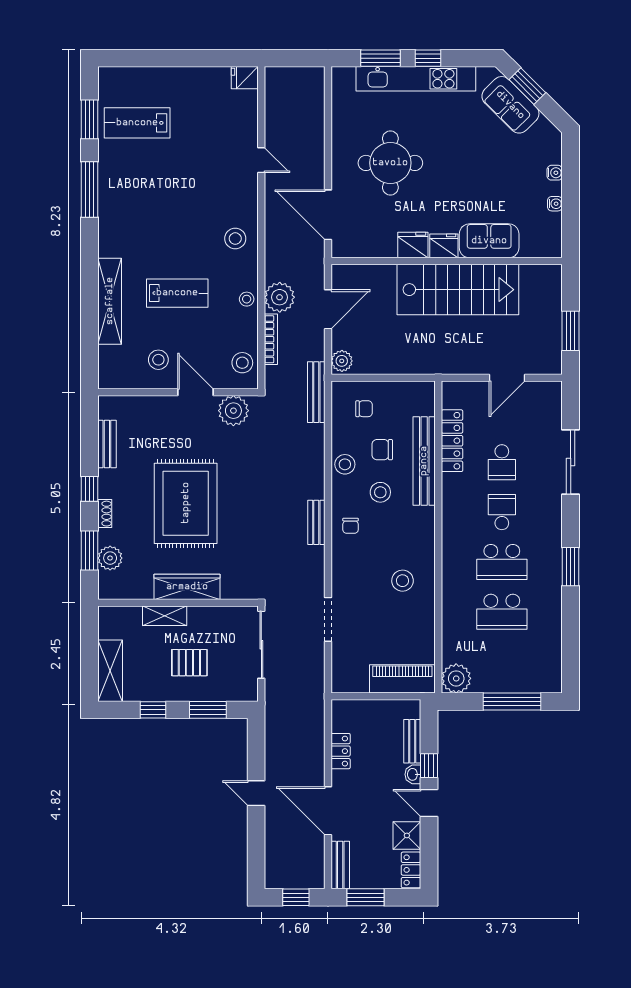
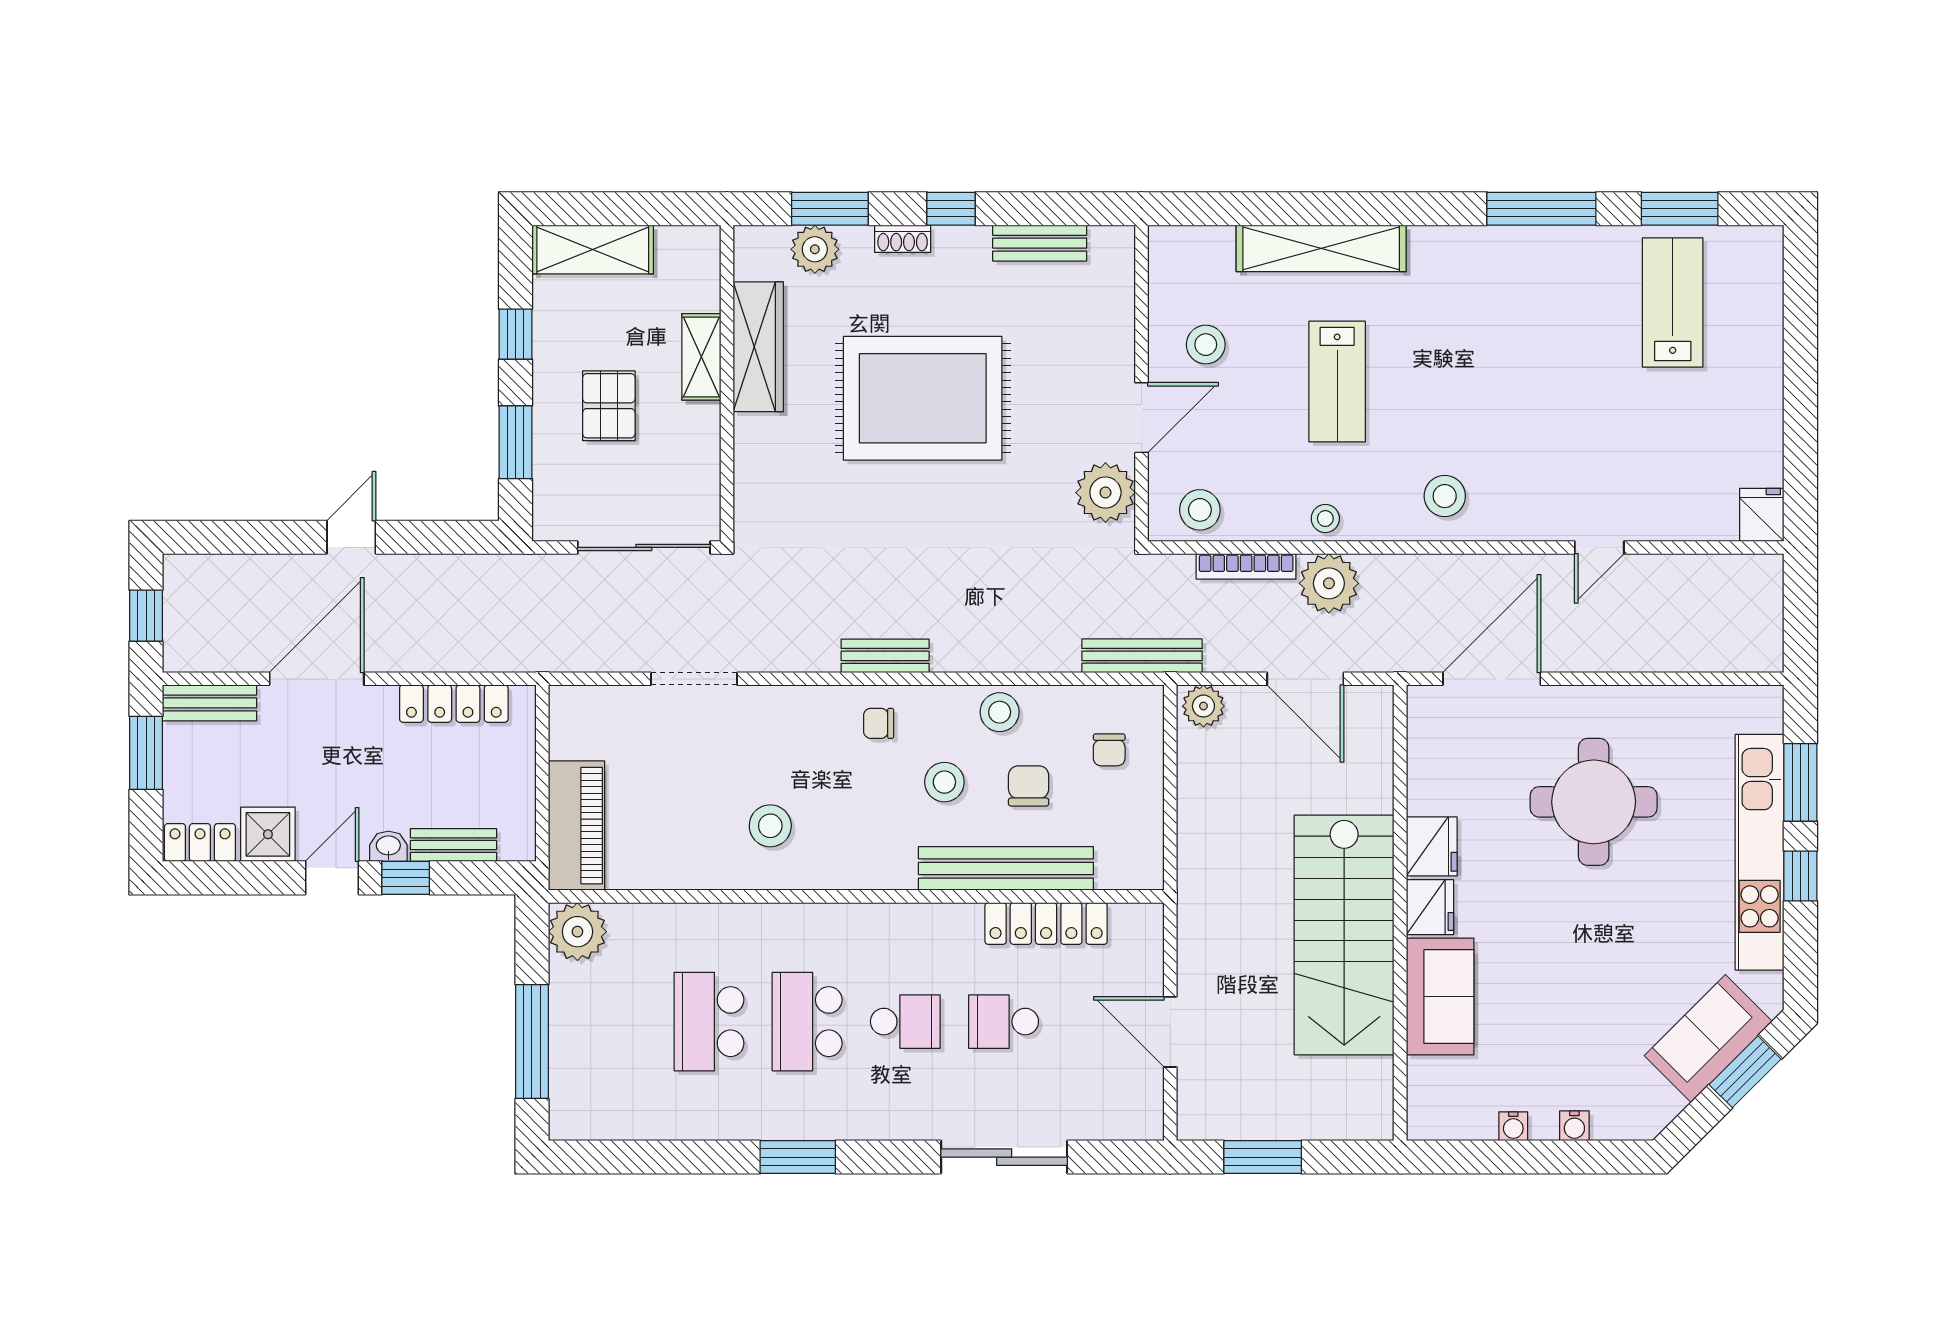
wardrobe: (187, 587) -> (758, 347), moved
locker: (341, 751) -> (454, 704), width x1.53

